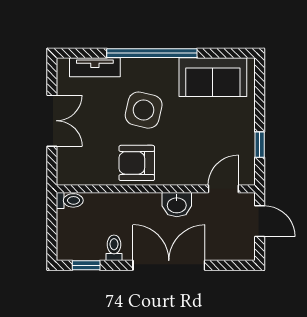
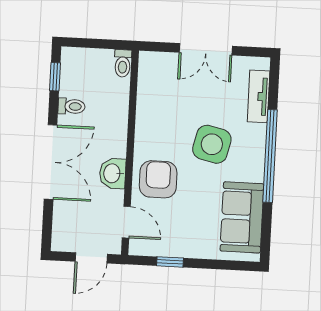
armchair: (137, 163) -> (158, 179), moved

